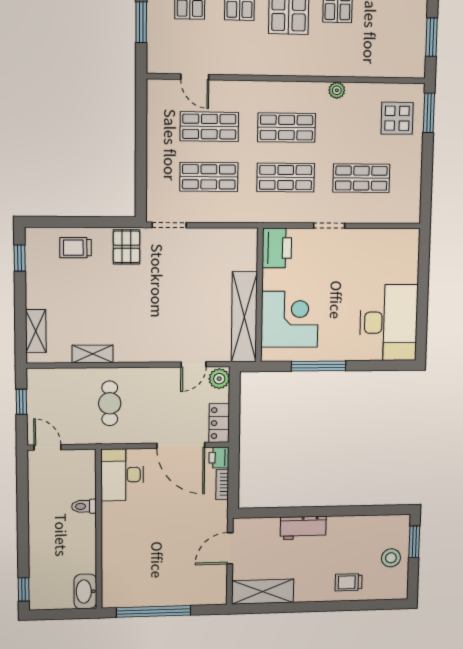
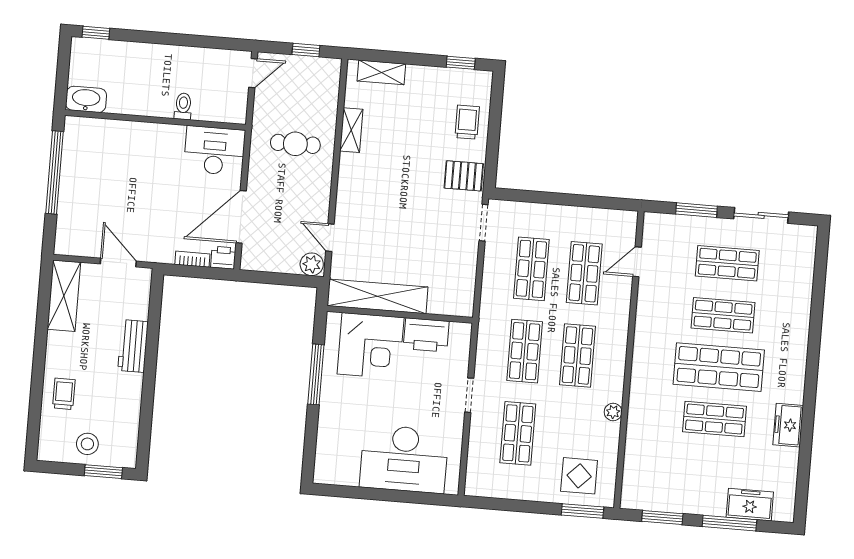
printer: (277, 248) -> (426, 335), moved
desk: (389, 323) -> (404, 459), moved
locker: (219, 423) -> (262, 261), removed

